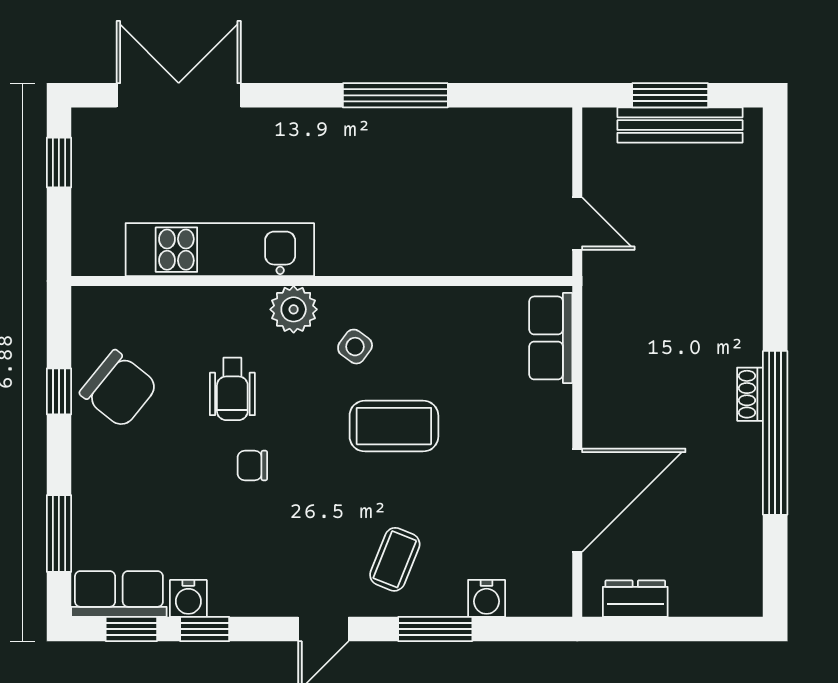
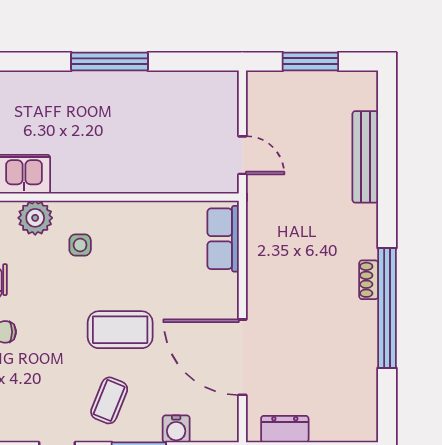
bench: (680, 125) -> (365, 157), moved, turned 90
side table: (355, 347) -> (80, 245), turned -36
coffee table: (394, 426) -> (120, 330), moved
door: (577, 500) -> (242, 357), swing flipped

